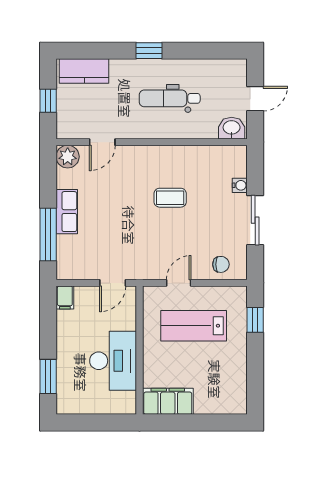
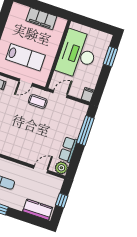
coffee table: (170, 198) -> (38, 101), moved
row of seats: (67, 212) -> (68, 149), moved
desk: (113, 361) -> (77, 54), width x1.36, depth x1.30
filing cabinet: (168, 401) -> (41, 19), moved

